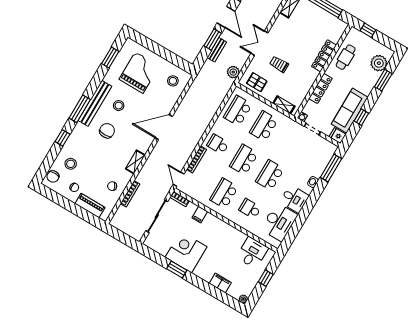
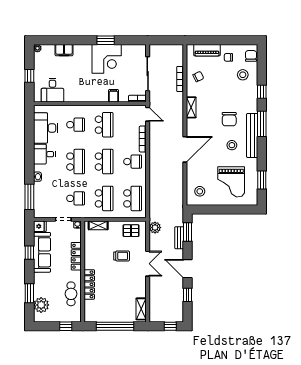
window: (213, 39) -> (187, 232), moved
school desk: (290, 142) -> (76, 198), added

